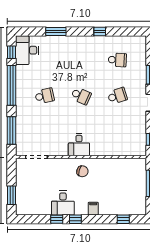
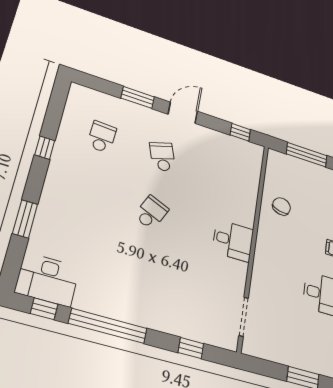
school desk: (45, 96) -> (139, 273), removed
window: (11, 131) -> (191, 348), width x0.46
chair: (82, 171) -> (281, 206), moved

